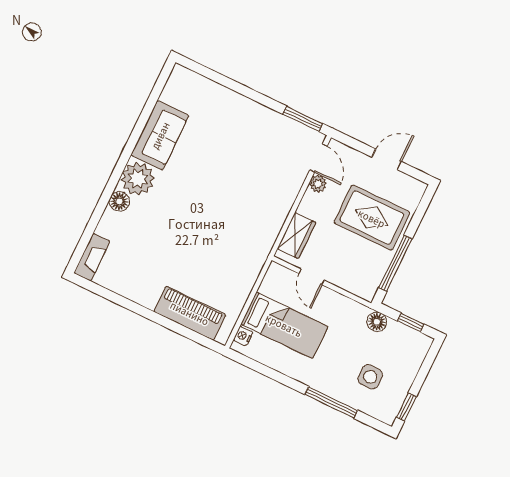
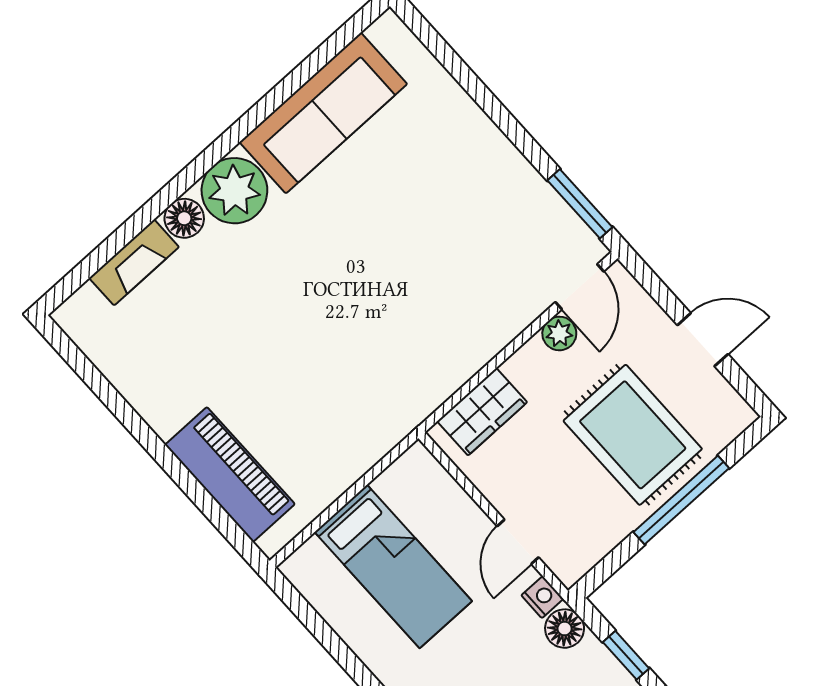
sofa: (160, 135) -> (323, 113), width x1.36
fireplace: (92, 257) -> (134, 262), moved
window: (395, 263) -> (681, 500), moved
door: (312, 277) -> (518, 542), moved
nightstand: (243, 336) -> (542, 597), moved, turned 90

